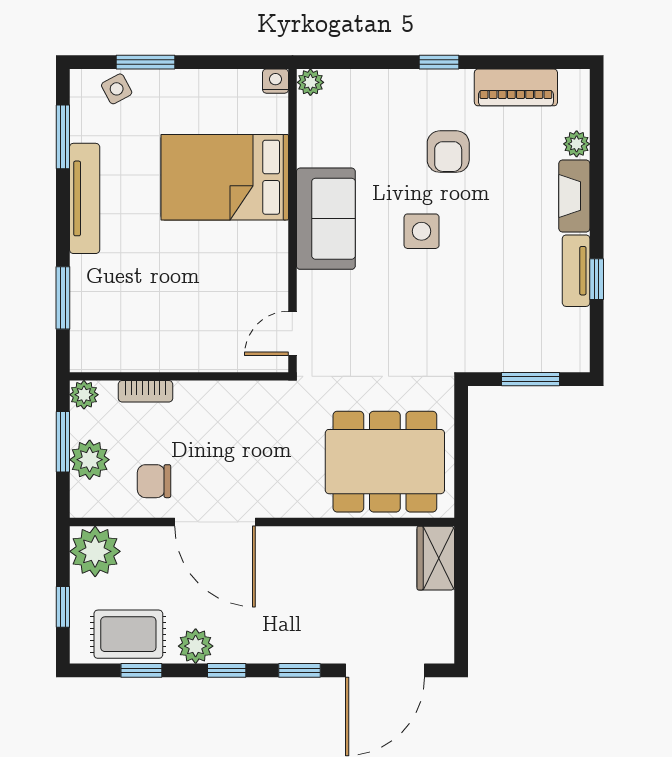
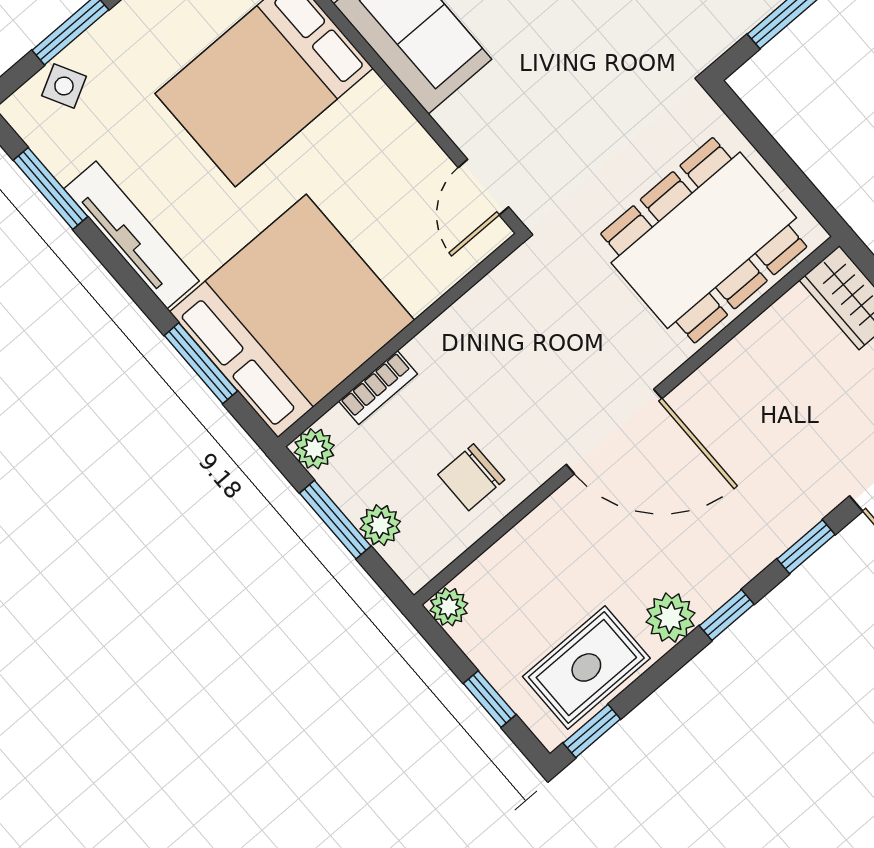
bed: (133, 314) -> (292, 316), added
plant: (90, 460) -> (380, 525), width x0.73, depth x0.73
door: (215, 522) -> (614, 431), moved
plant: (95, 551) -> (449, 607), width x0.53, depth x0.53
window: (141, 670) -> (592, 731), moved

